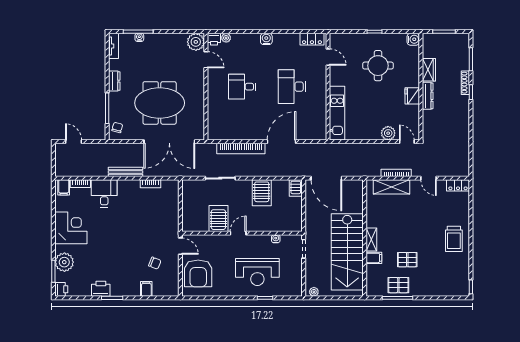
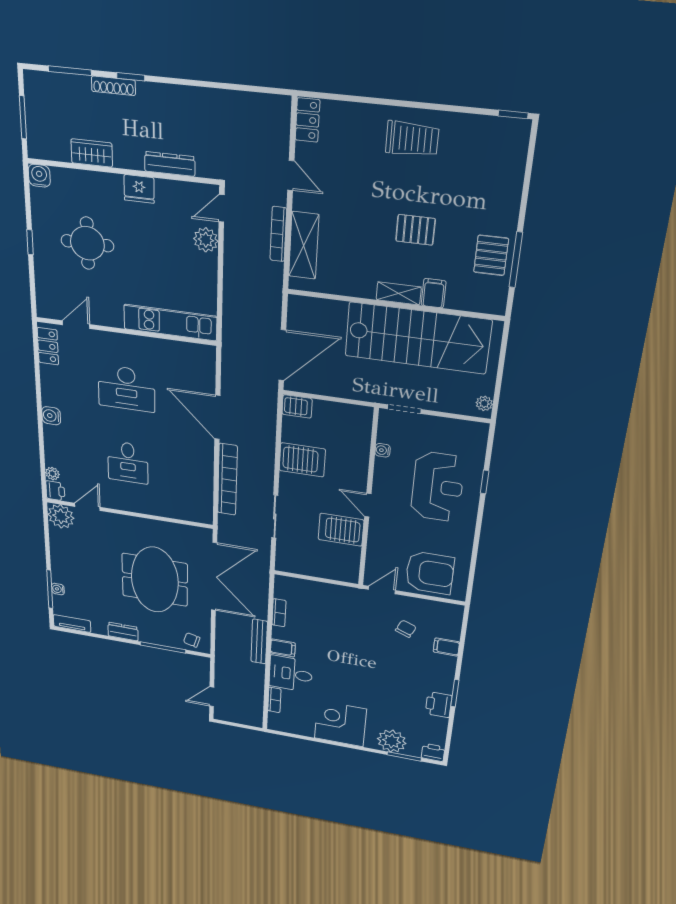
dresser: (428, 96) -> (170, 164), moved
door: (429, 178) -> (291, 175), hinge flipped
filing cabinet: (64, 187) -> (283, 648), moved
pallet: (407, 260) -> (416, 230), moved, turned 90

